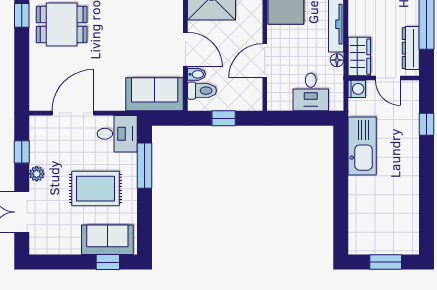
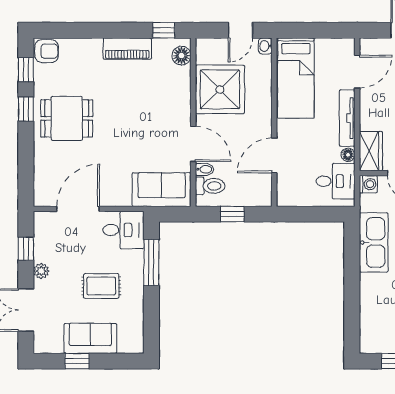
desk: (311, 92) -> (336, 181), moved, turned -90
rug: (95, 189) -> (101, 286), width x0.73, depth x0.70
sofa: (107, 240) -> (90, 338), moved
window: (108, 262) -> (77, 361), moved

